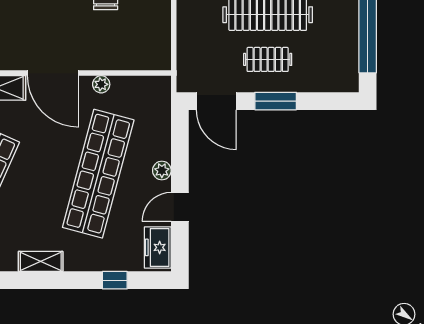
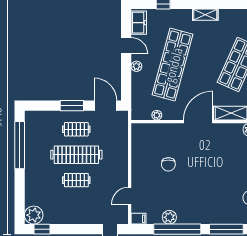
door: (53, 73) -> (198, 122), hinge flipped
plant: (101, 84) -> (157, 115), moved
door: (180, 207) -> (126, 46), hinge flipped

